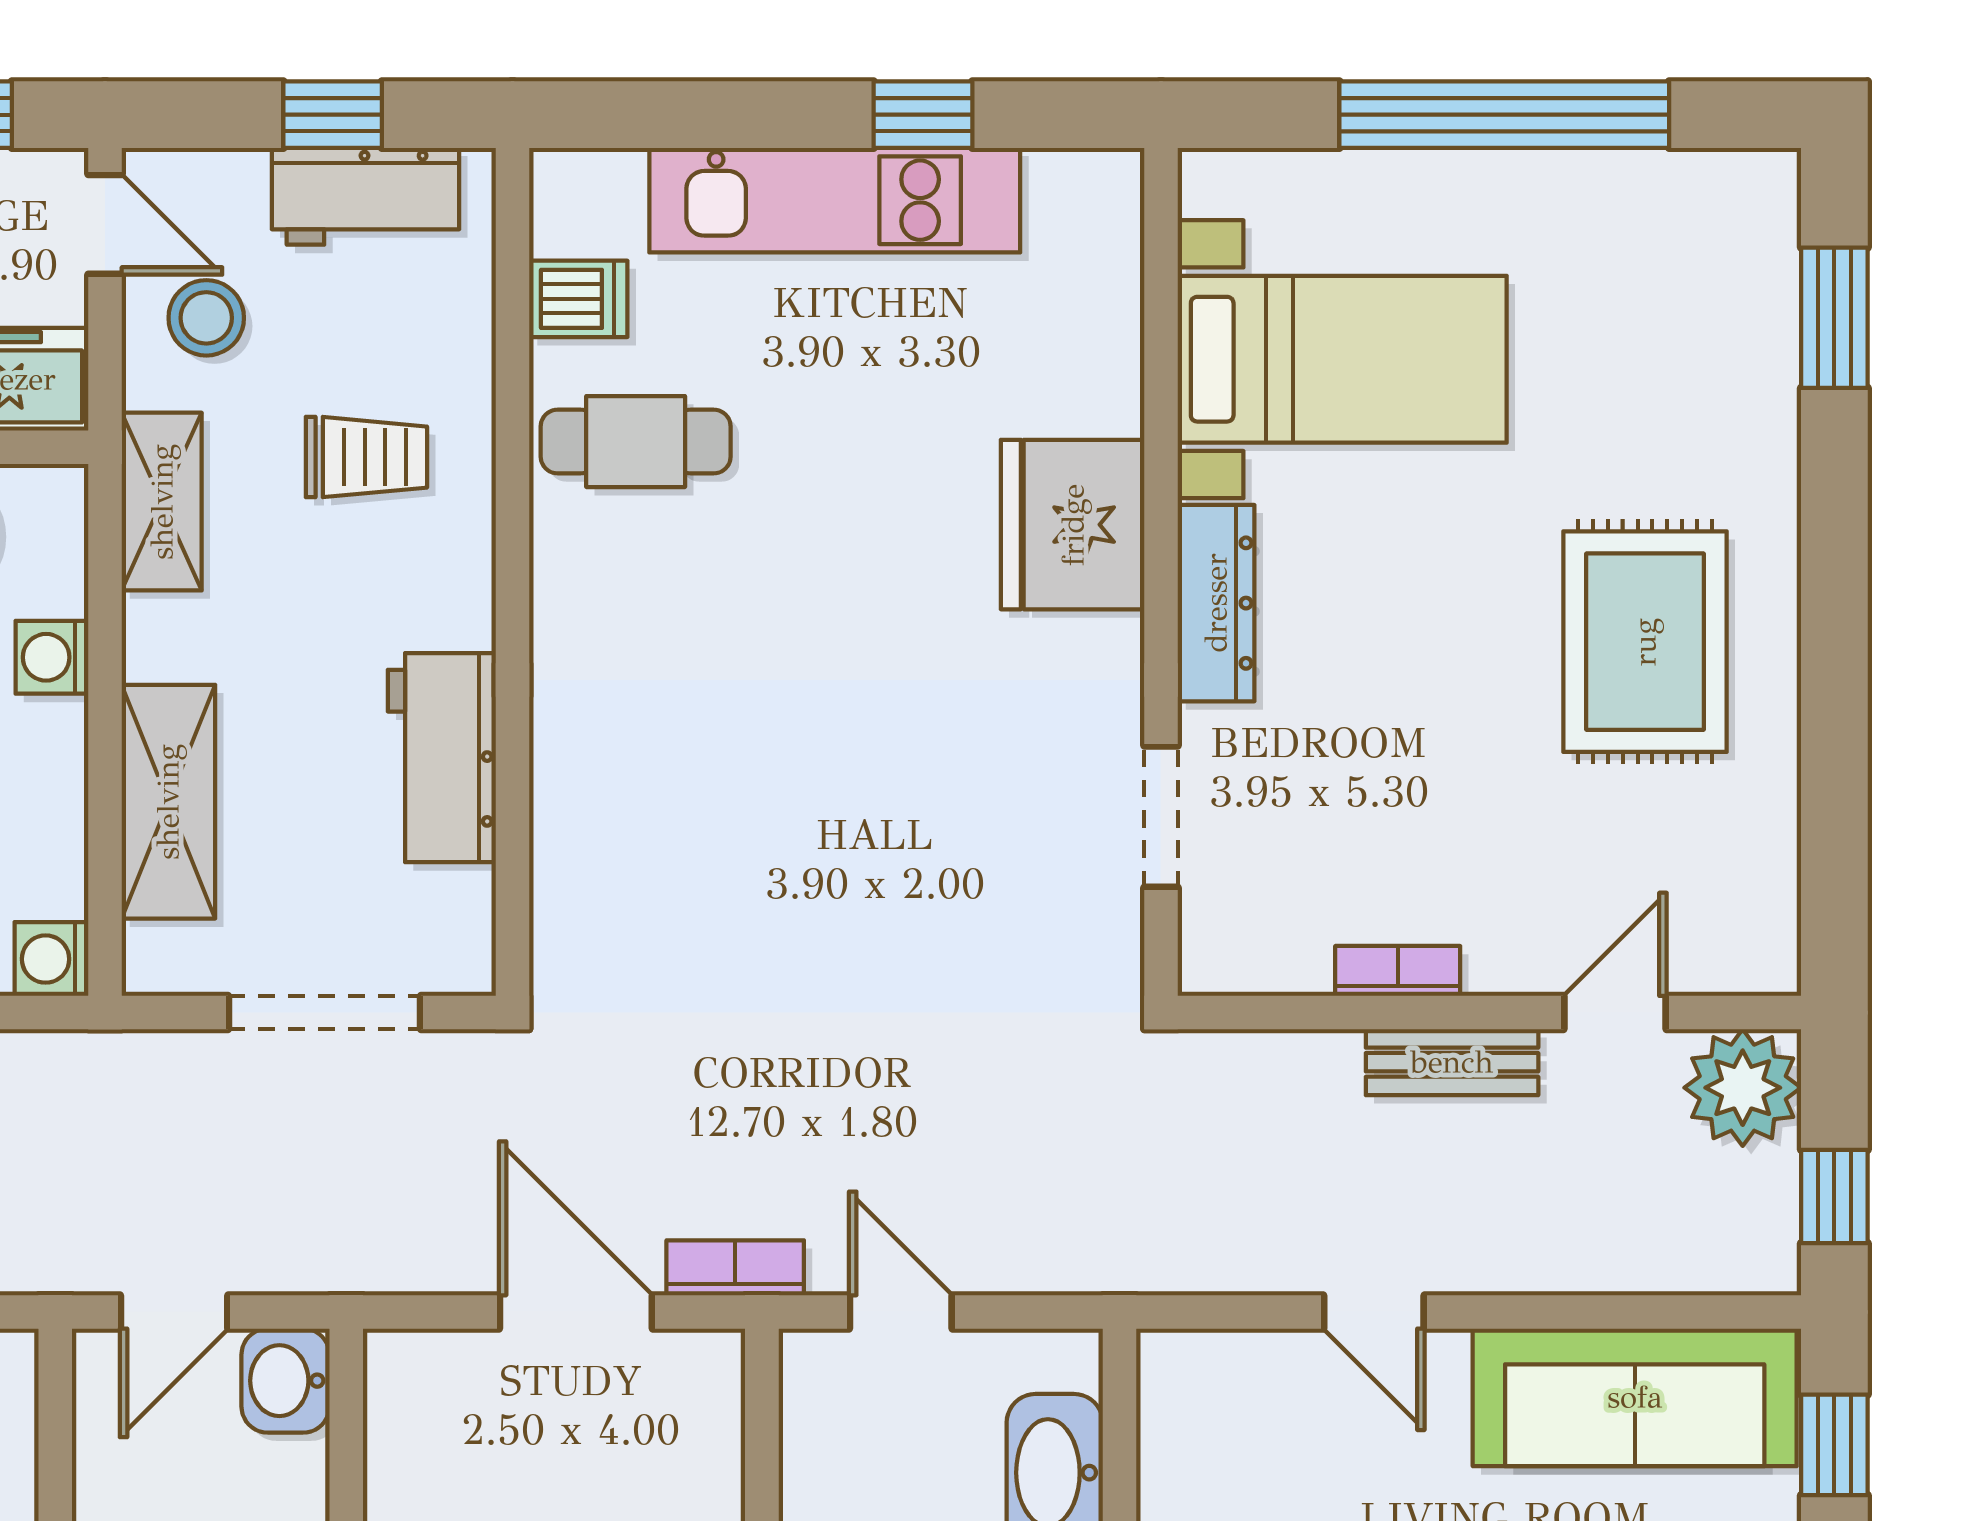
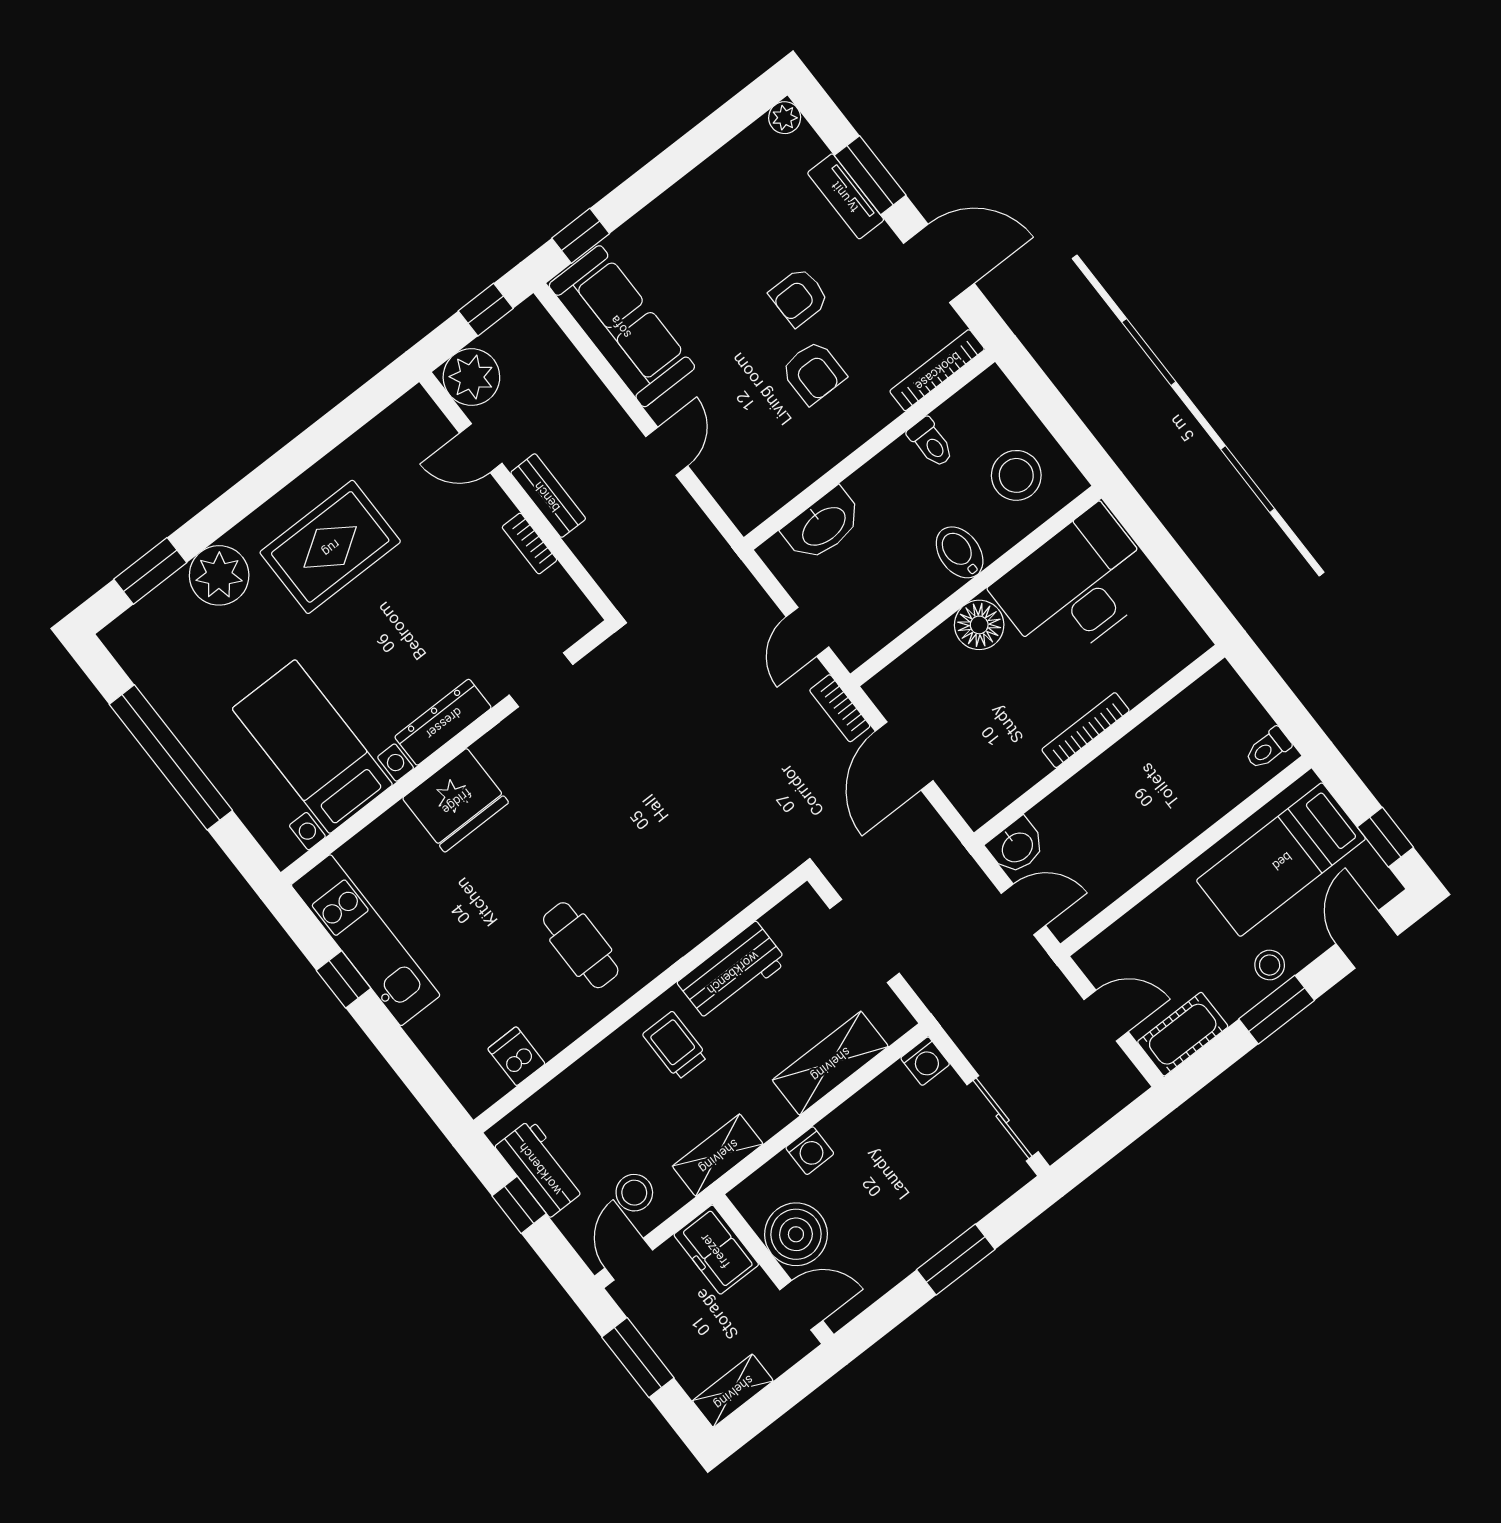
kitchen unit: (835, 200) -> (366, 940), moved
plant: (1740, 424) -> (219, 575), added
cafe table: (636, 442) -> (581, 945), moved
trolley: (366, 457) -> (675, 1046), moved

